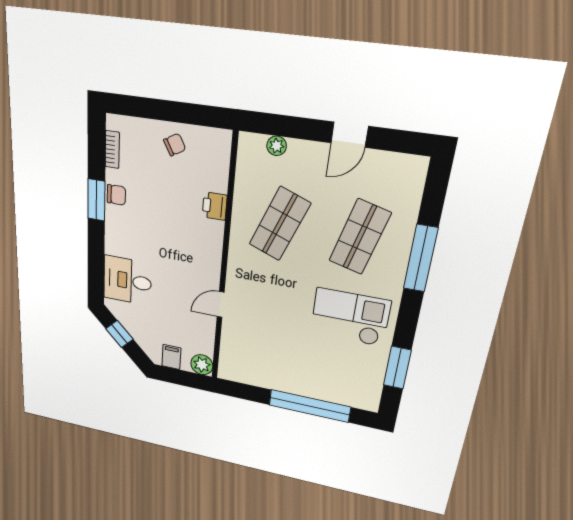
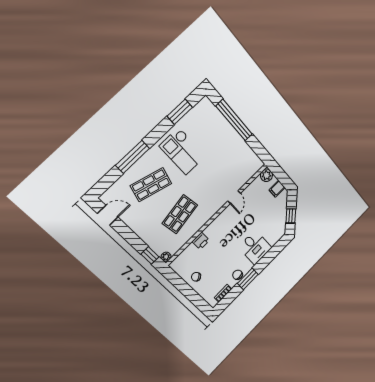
window: (274, 125) -> (150, 255), added
door: (349, 135) -> (108, 215), moved
plant: (277, 146) -> (166, 257), moved
shop shelf: (280, 224) -> (180, 214), turned -30
desk: (127, 281) -> (255, 247), moved
door: (221, 304) -> (234, 197), hinge flipped

